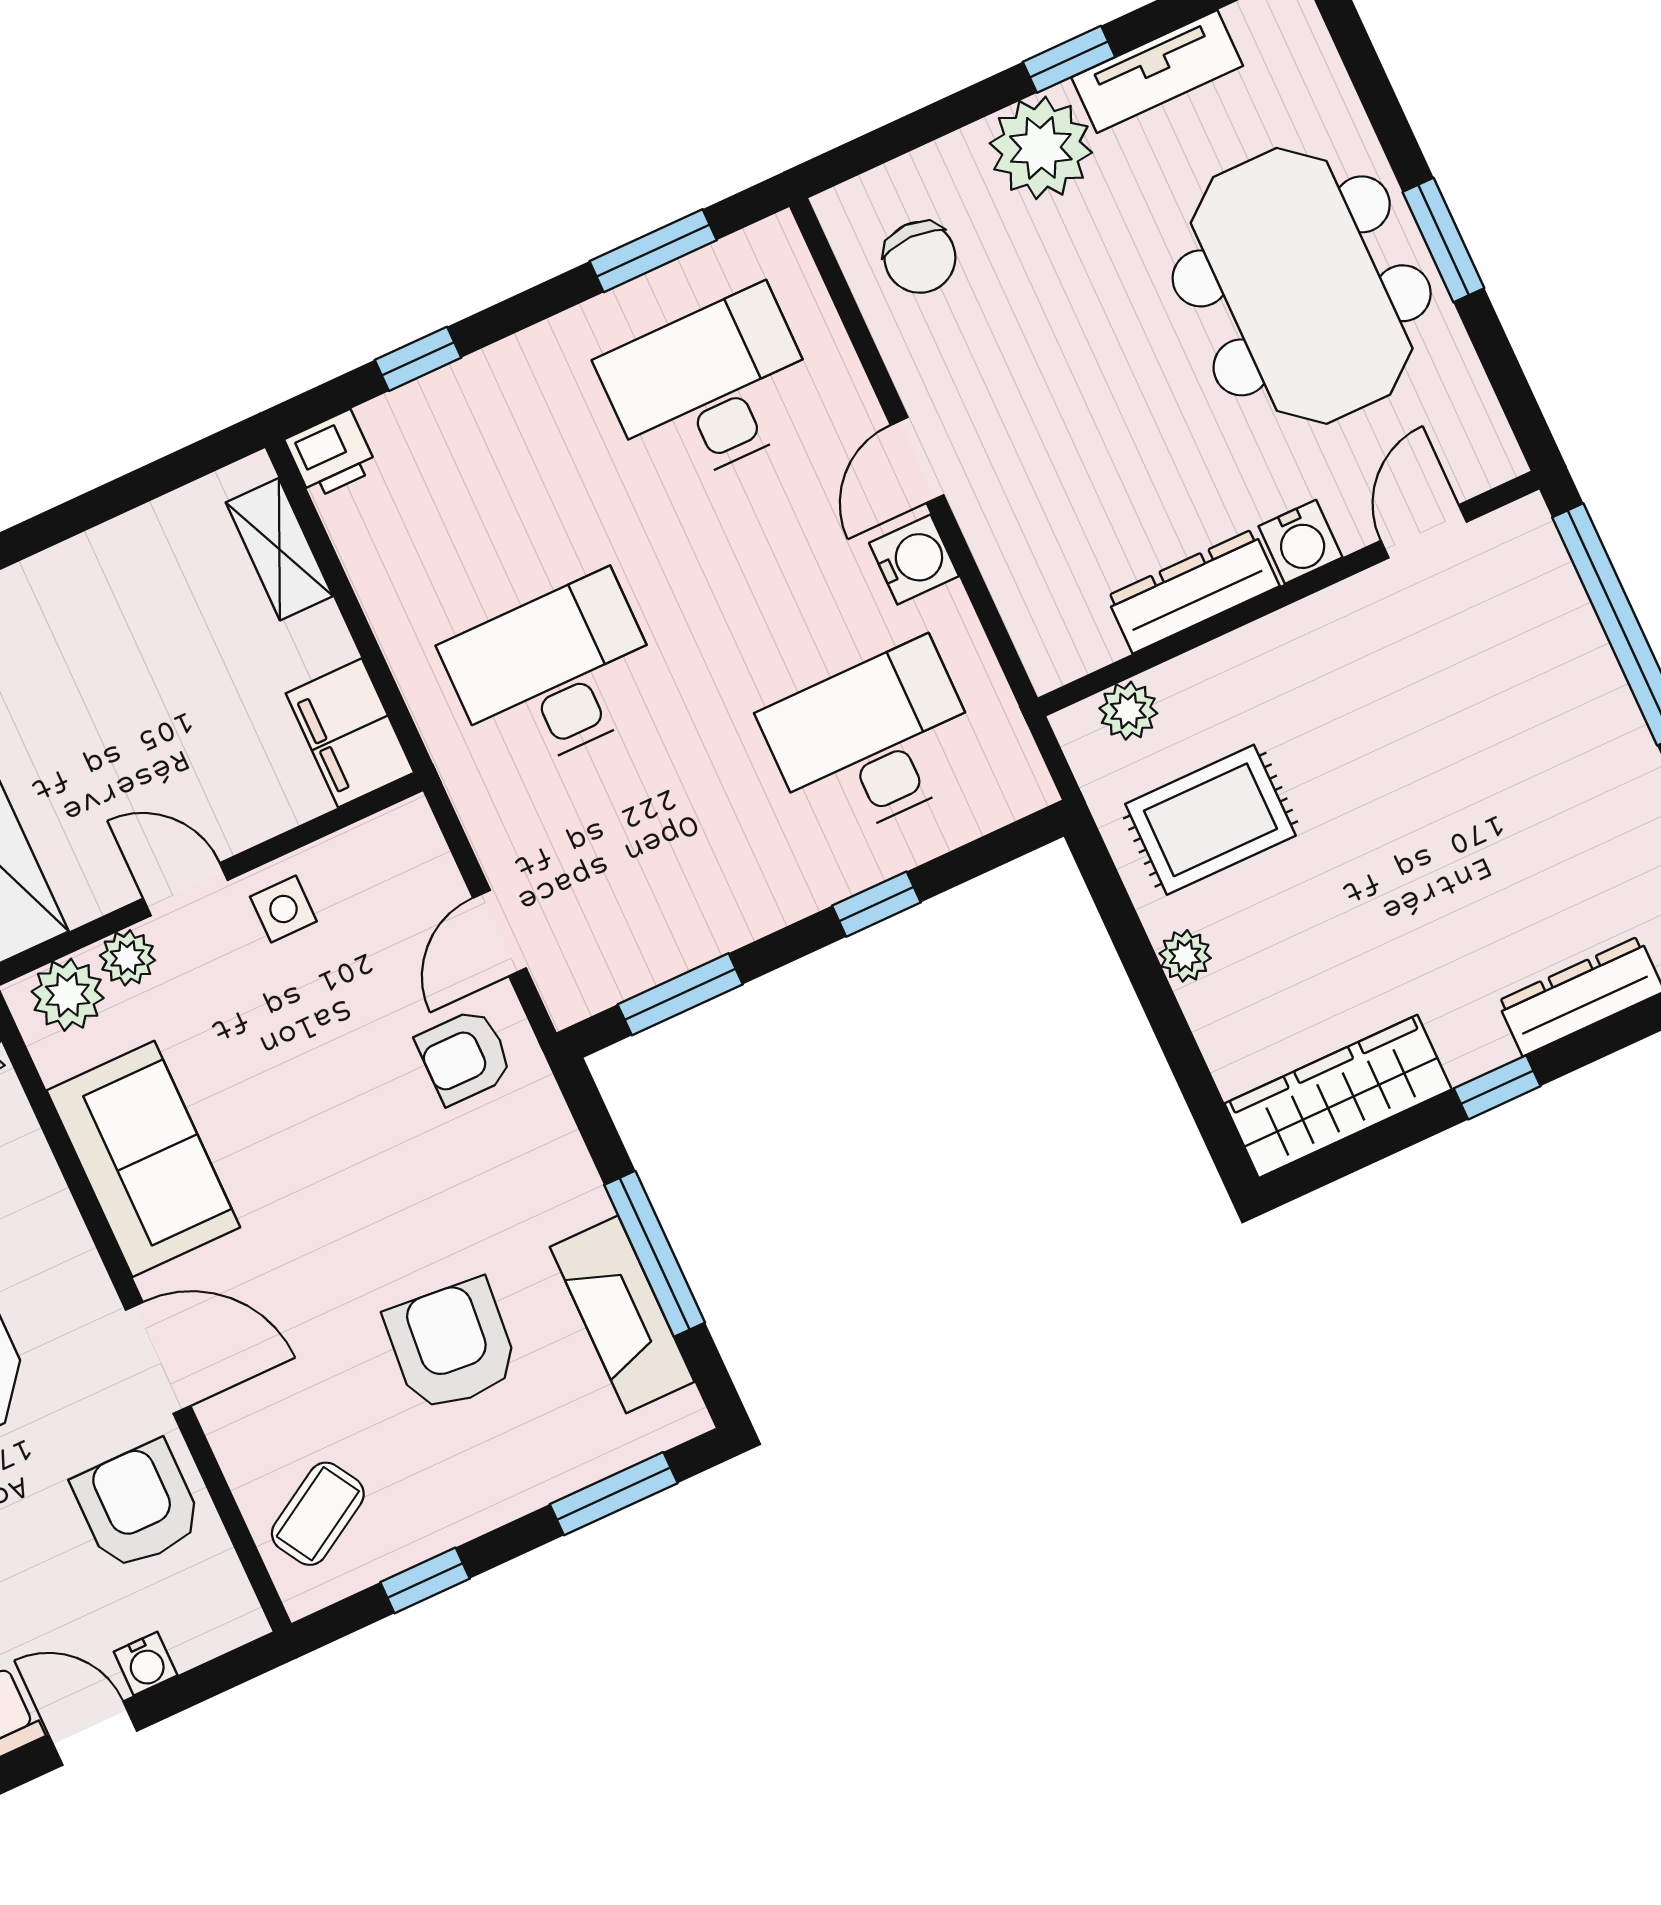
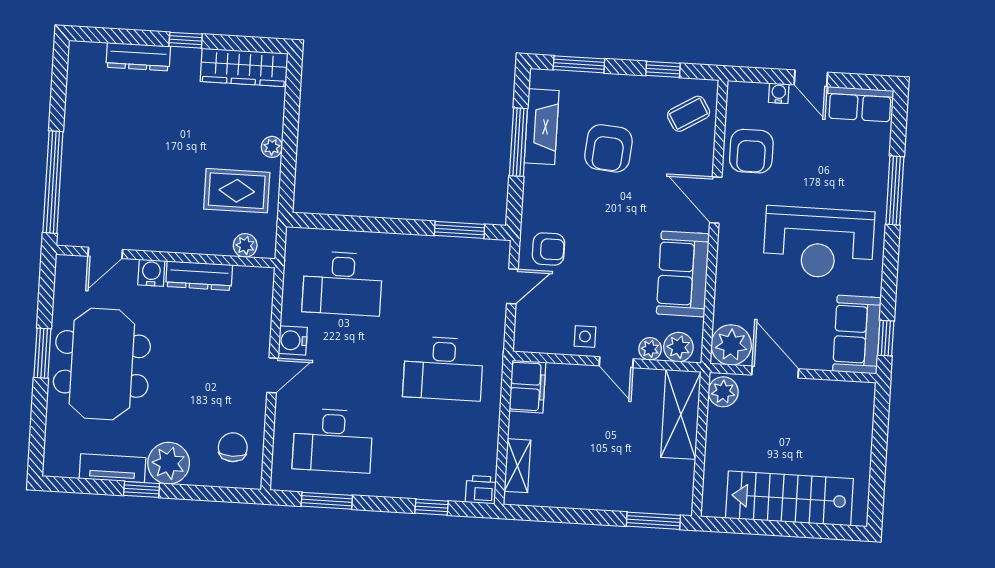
window: (876, 904) -> (372, 225), removed

